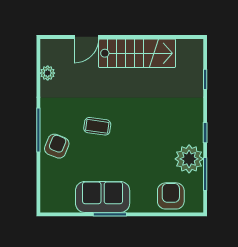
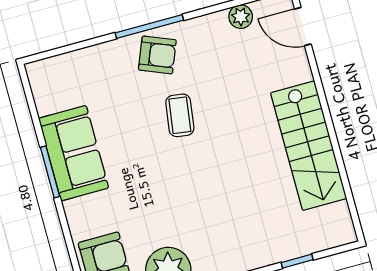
door: (86, 37) -> (303, 27), moved
armchair: (57, 146) -> (157, 55), moved

